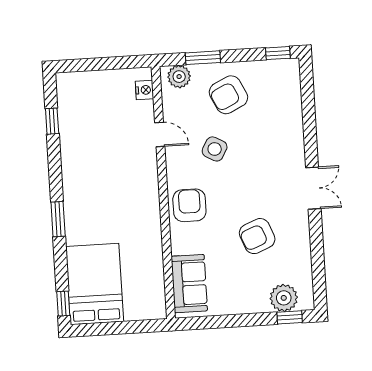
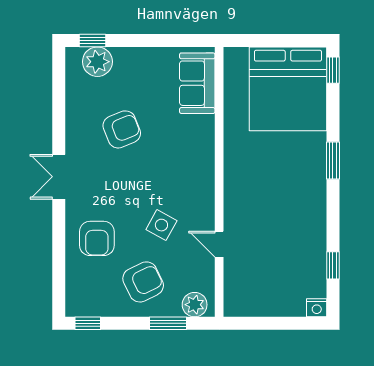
nightstand: (144, 90) -> (317, 308), moved, turned -90
armchair: (189, 205) -> (97, 238), moved
bed: (95, 284) -> (288, 89), width x1.36

